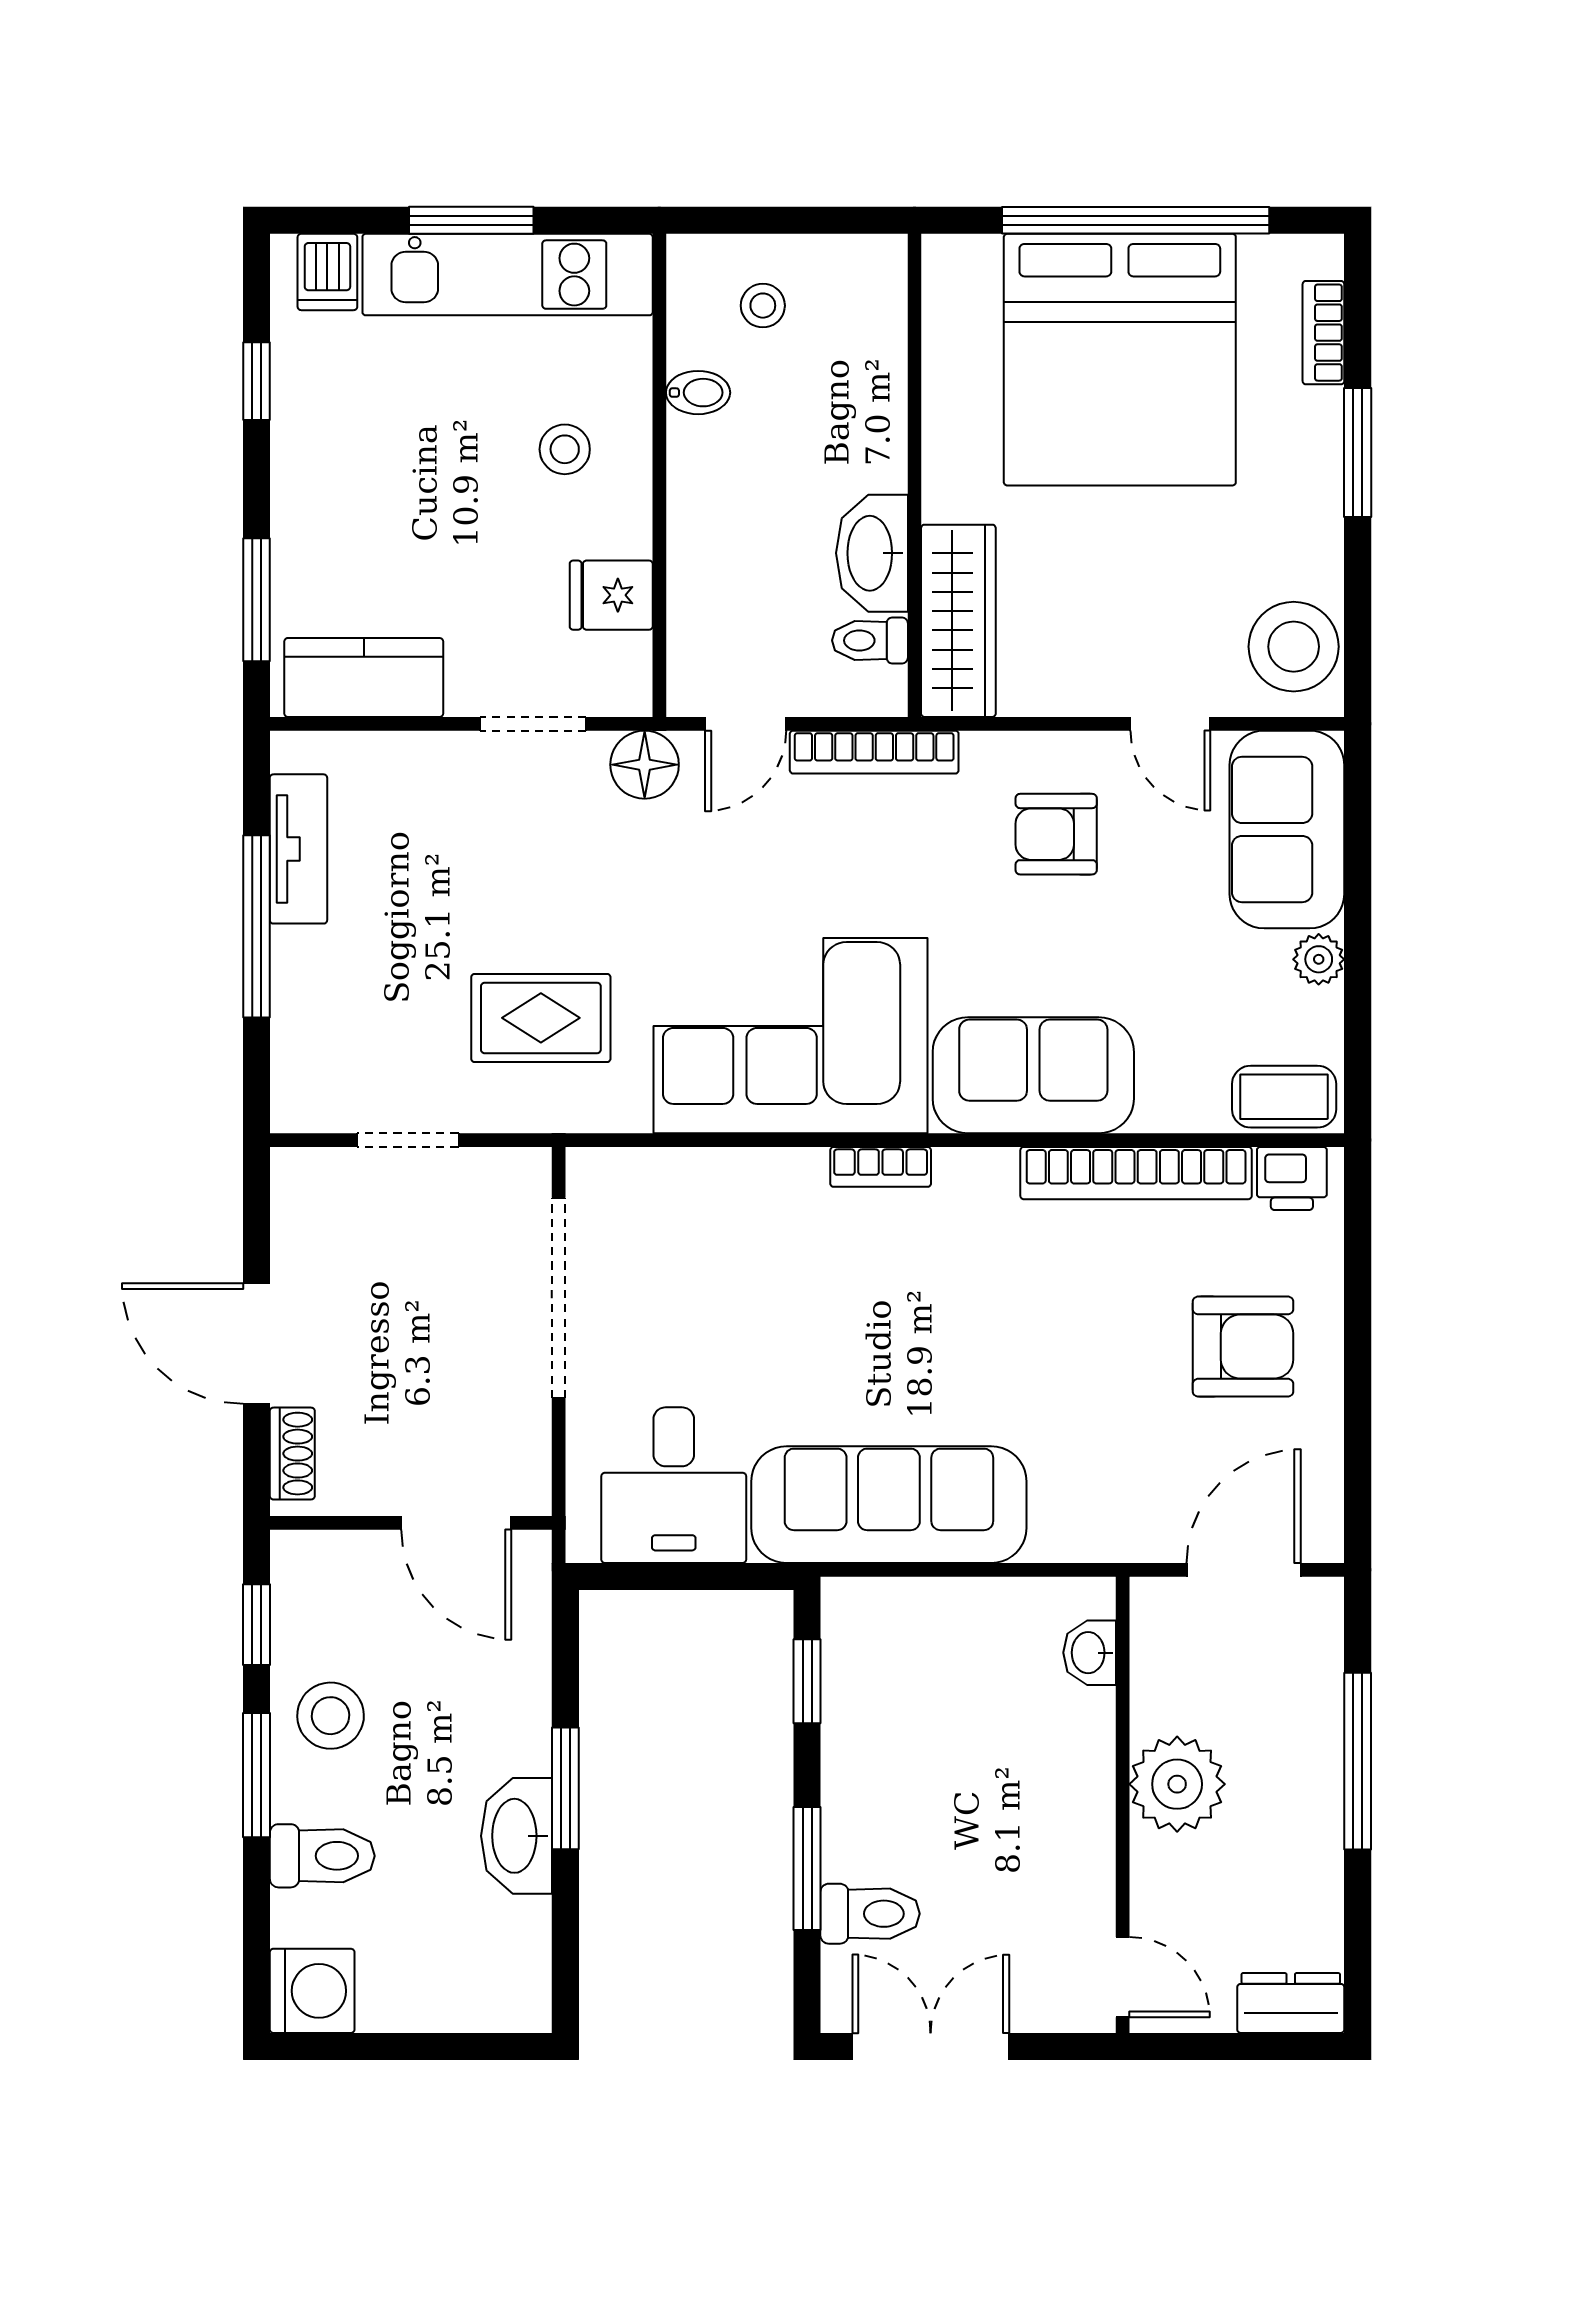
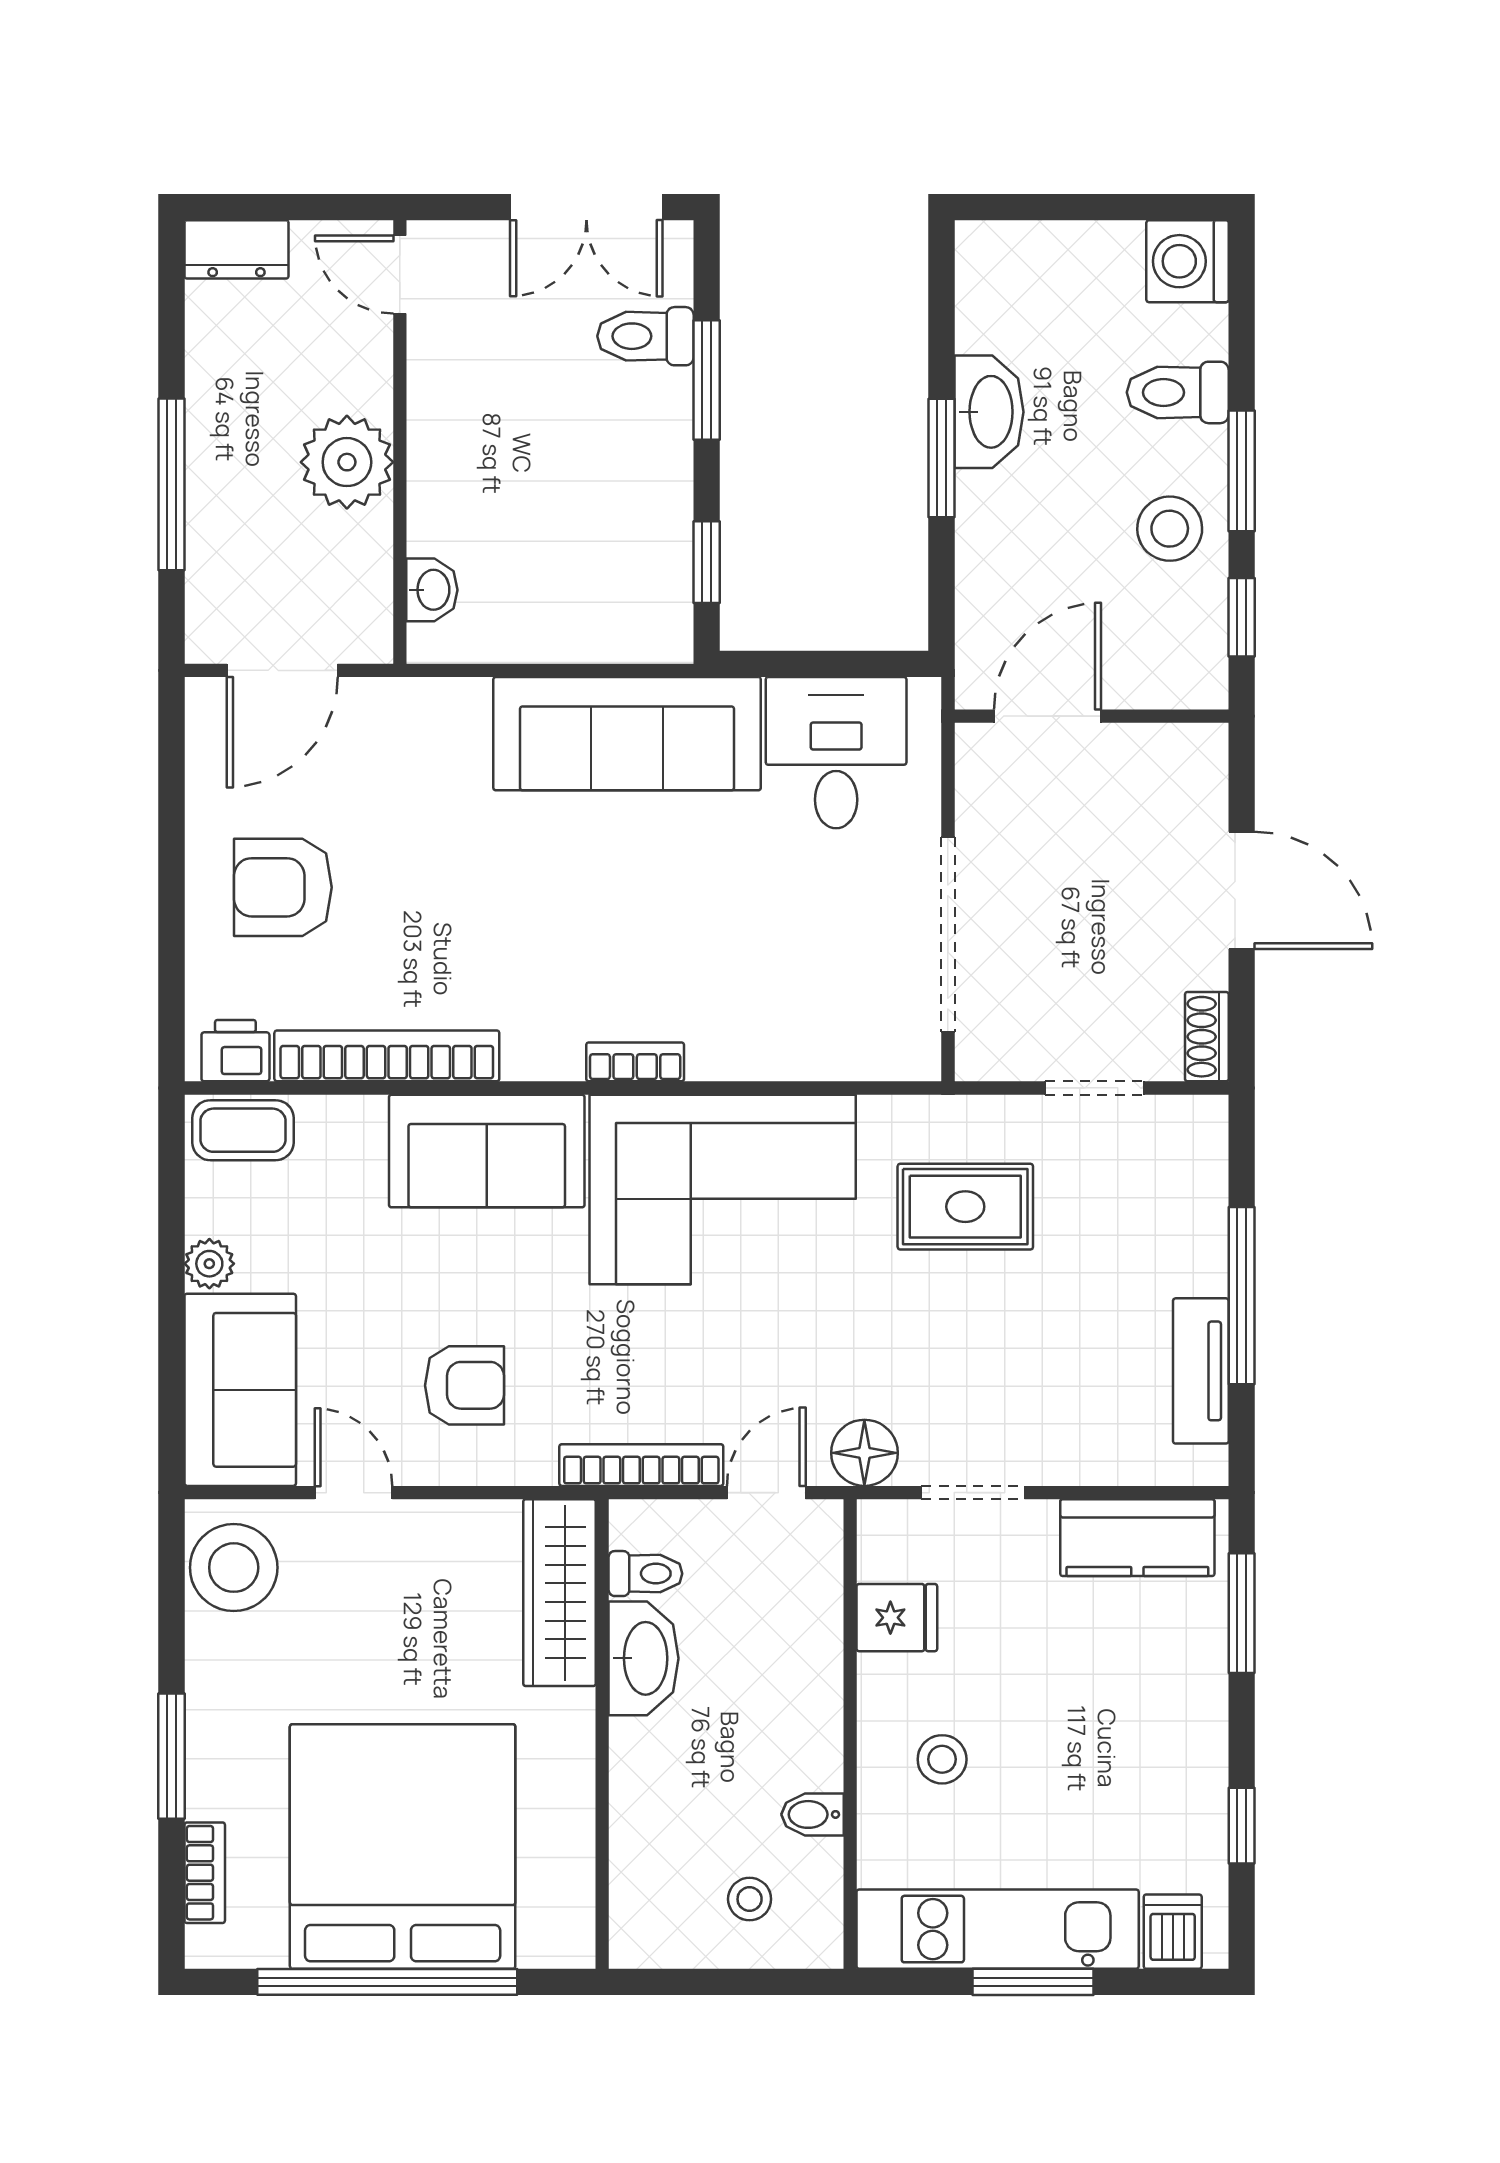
shoe rack: (292, 1454) -> (1207, 1037), moved
door: (456, 1523) -> (1047, 716), hinge flipped

